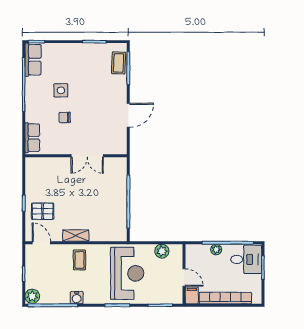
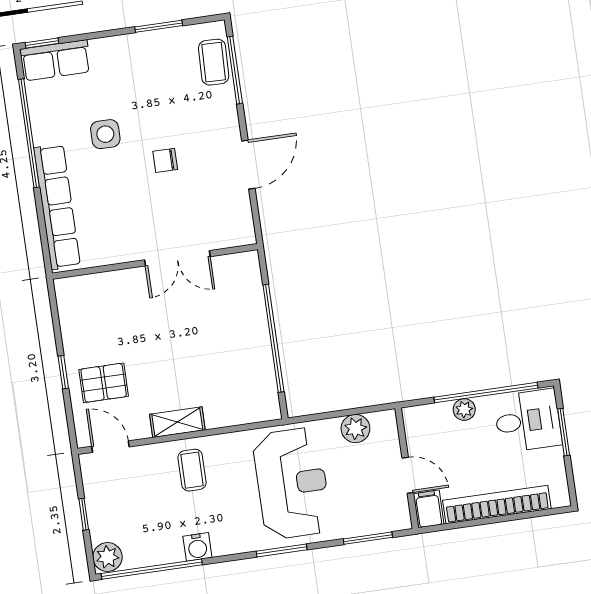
row of seats: (33, 60) -> (56, 60), moved, turned 90
chair: (65, 117) -> (165, 160), moved
row of seats: (32, 138) -> (57, 207), width x2.02

